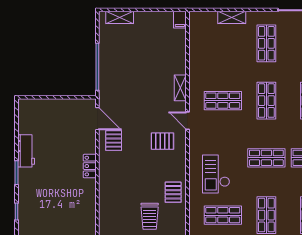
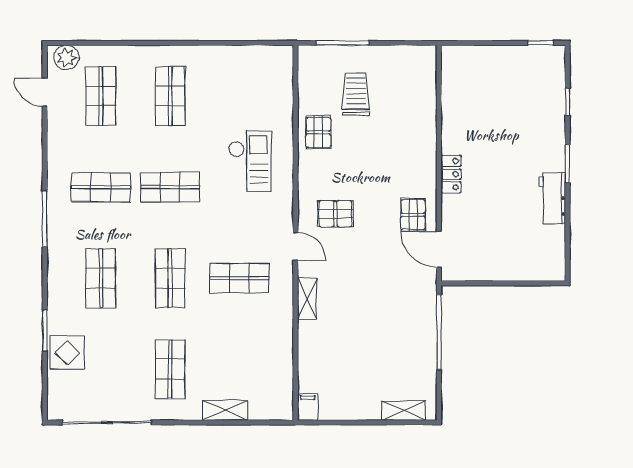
shop shelf: (223, 215) -> (239, 96), removed

